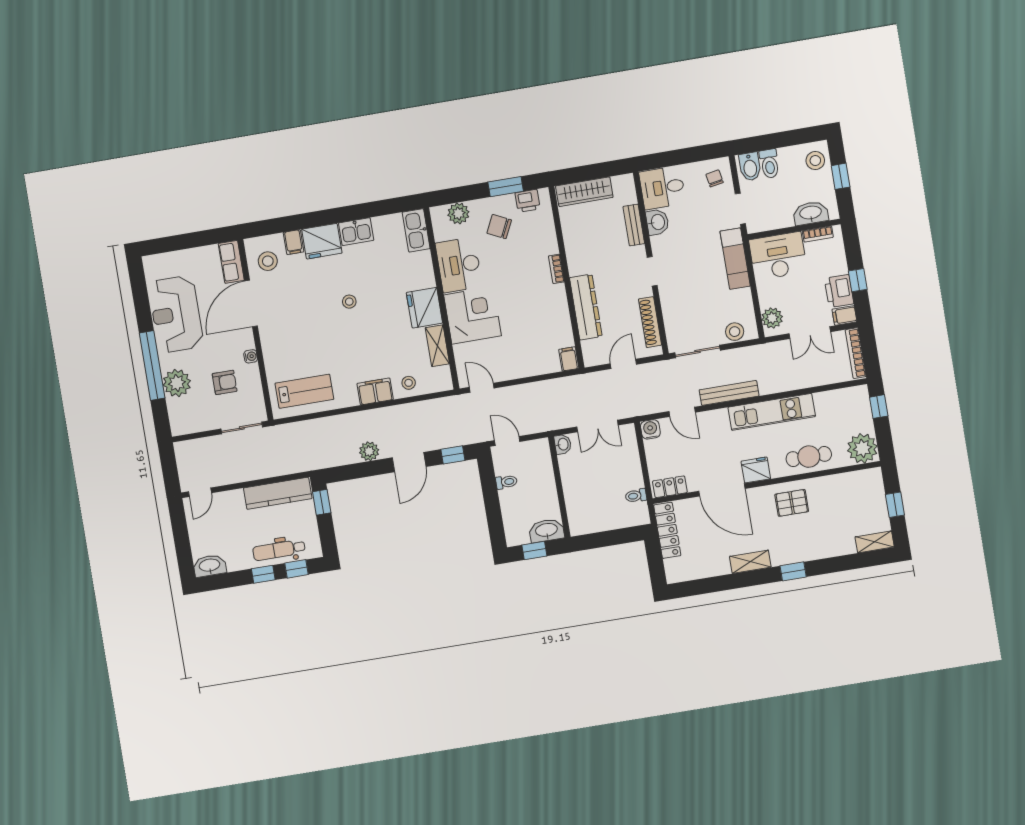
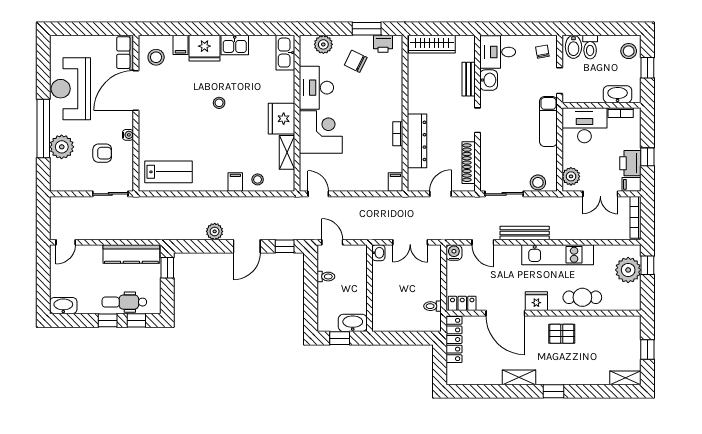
bookcase: (556, 269) -> (398, 134), moved
filing cabinet: (375, 391) -> (235, 182), width x0.50
plant: (862, 448) -> (628, 270), moved

